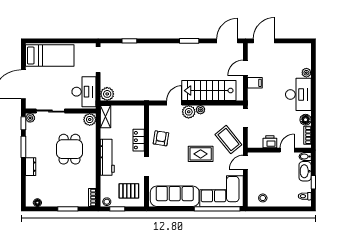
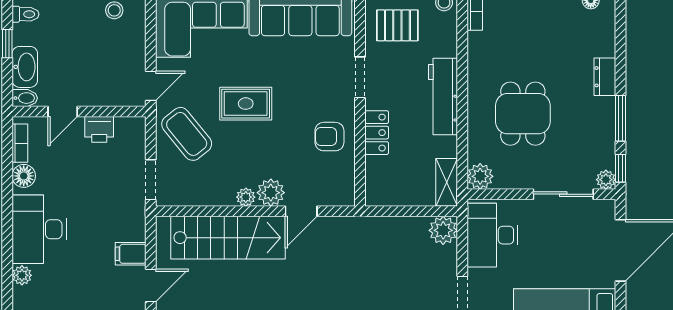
armchair: (161, 138) -> (329, 137), turned 81

